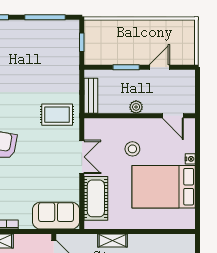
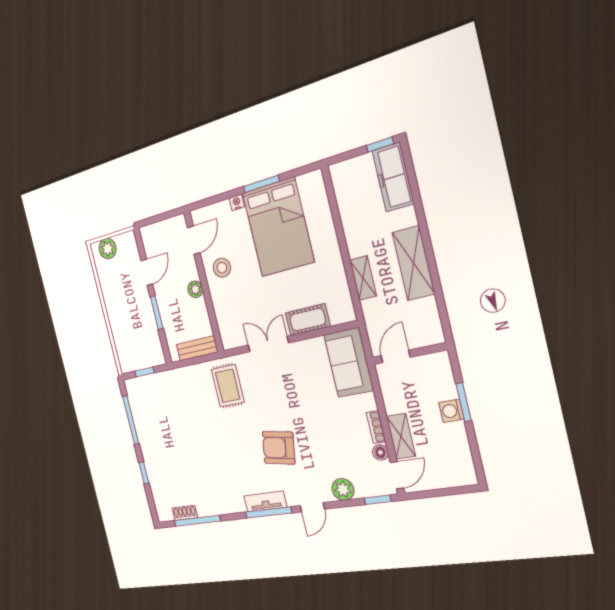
plant: (187, 36) -> (108, 249), added
door: (159, 67) -> (147, 272), swing flipped
stool: (132, 149) -> (222, 268), moved
window: (198, 182) -> (261, 184), added
cot: (96, 198) -> (308, 320), width x0.73, depth x0.75

